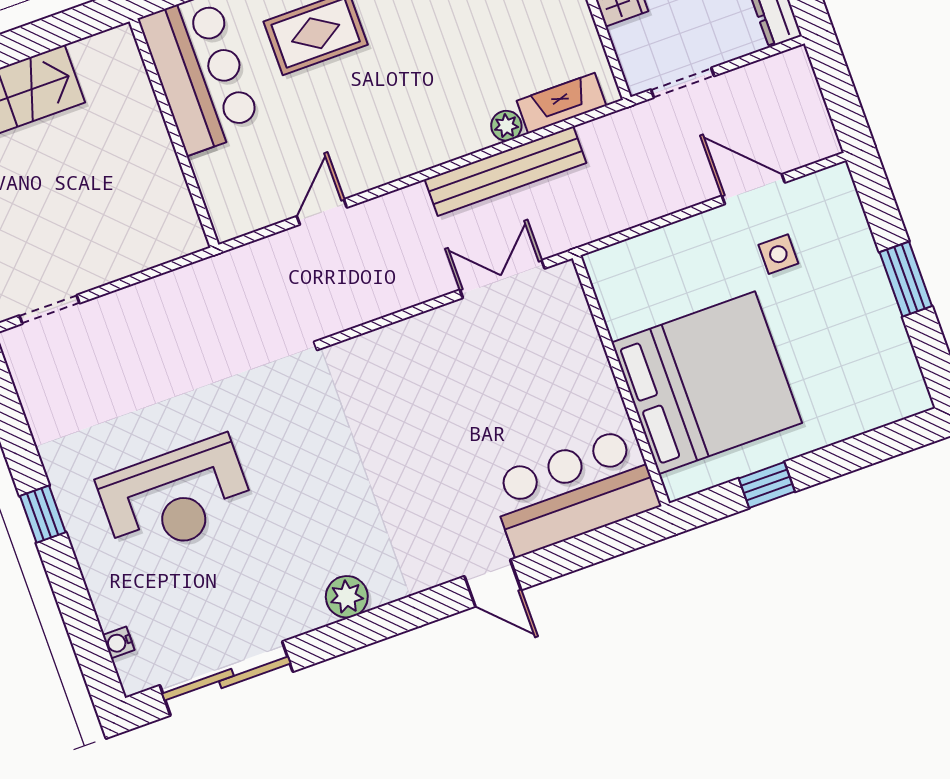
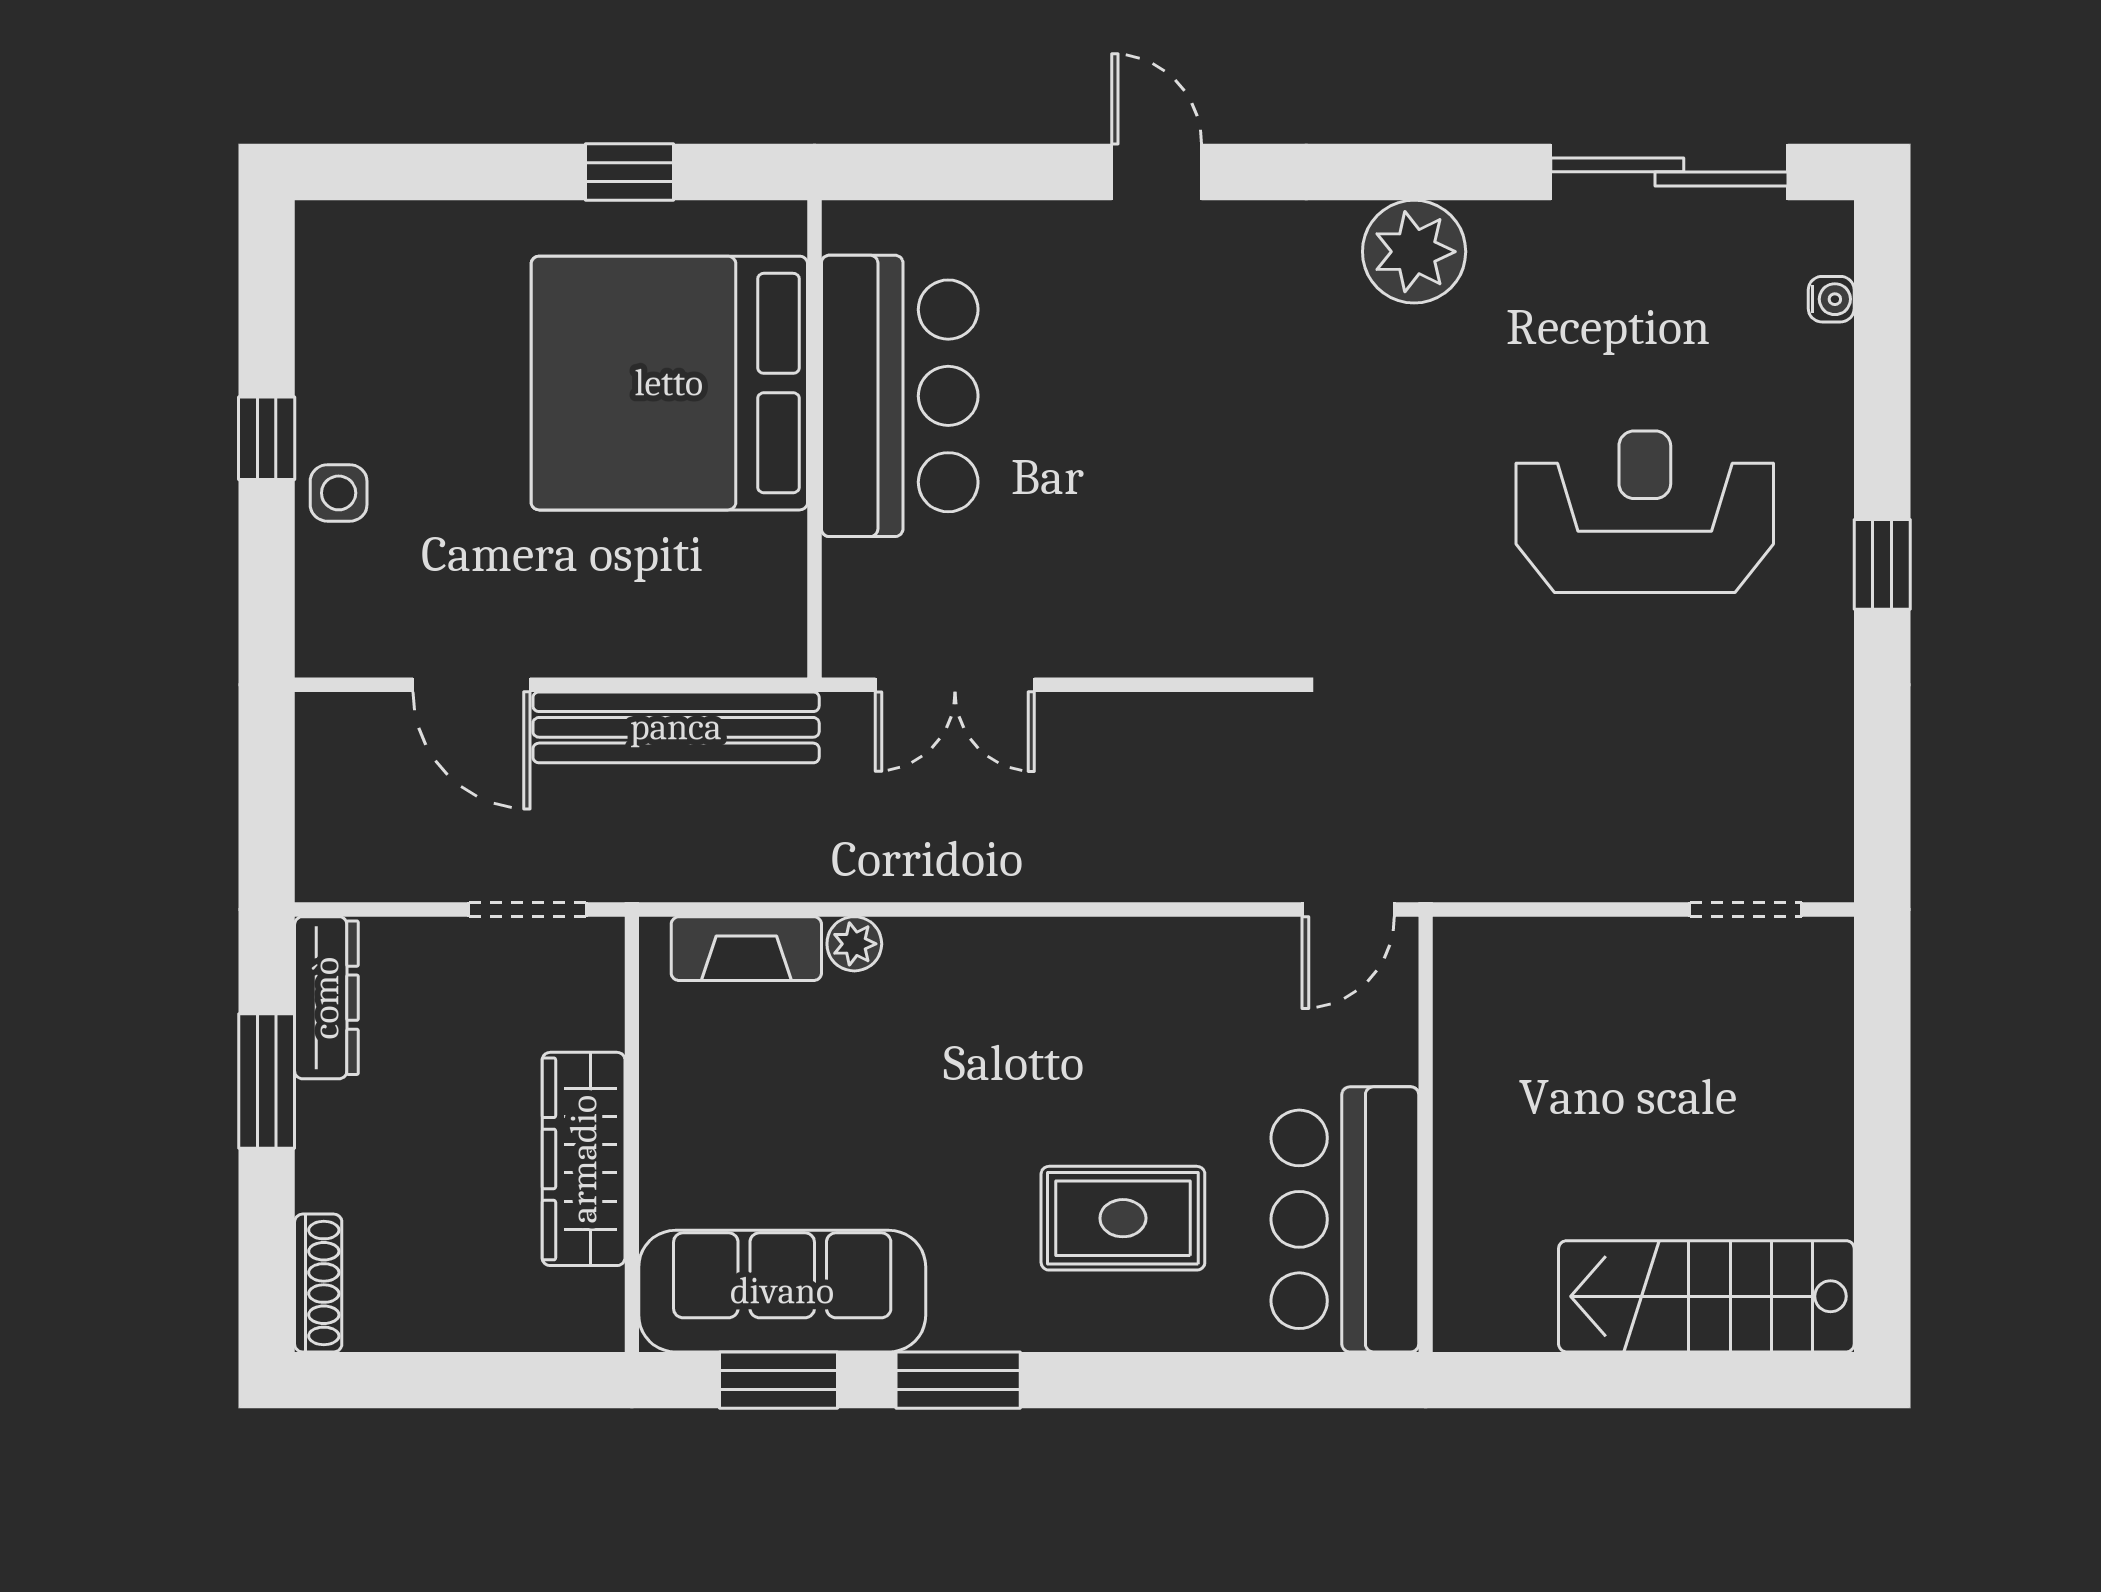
bench: (505, 171) -> (676, 727), moved
door: (322, 212) -> (1348, 910), moved
side table: (778, 254) -> (339, 493), moved
window: (906, 279) -> (267, 438), width x0.67
bar counter: (574, 492) -> (900, 396), moved, turned -90
plant: (347, 597) -> (1414, 252), width x1.36, depth x1.36

